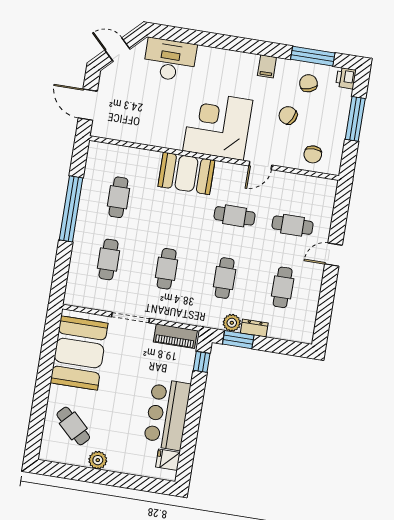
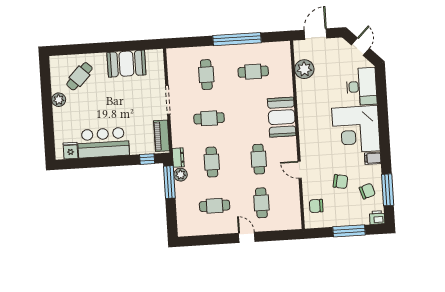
chair: (288, 115) -> (340, 182), turned 75
corner desk: (218, 126) -> (356, 129), moved, turned 180
plant: (130, 130) -> (304, 69), added
cafe table: (109, 259) -> (206, 75), turned 90
cafe table: (225, 278) -> (212, 162), turned 90
dresser: (254, 328) -> (178, 158), moved
window: (238, 340) -> (169, 182), width x1.44
booth: (79, 353) -> (126, 64), width x0.73, depth x0.70

